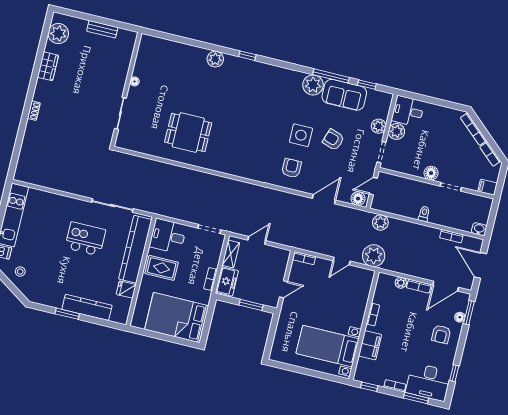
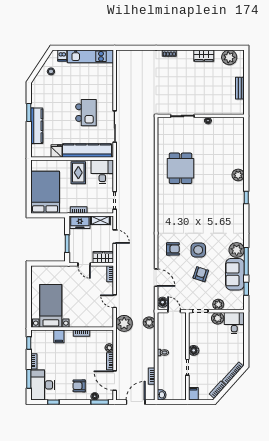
wardrobe: (280, 262) -> (103, 257), added
filing cabinet: (370, 345) -> (59, 336), width x0.50

